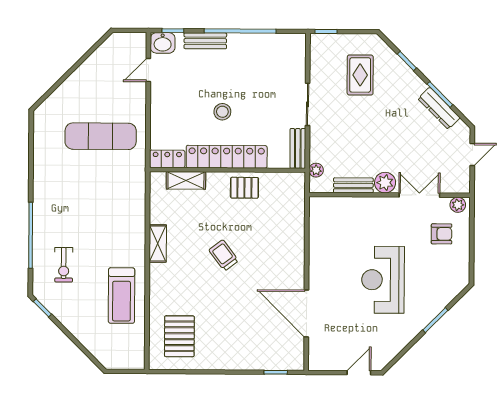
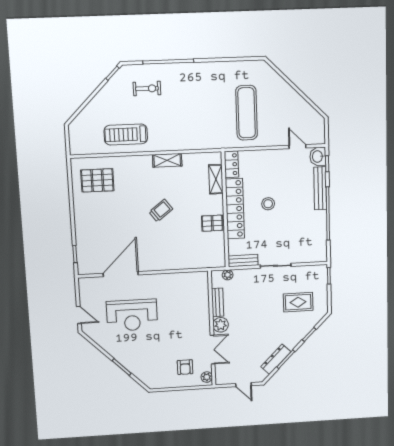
bench: (205, 41) -> (320, 188), width x1.36
pallet: (244, 188) -> (212, 223), turned 90
exercise bike: (64, 265) -> (147, 89), turned 180
reception desk: (383, 280) -> (132, 315), moved, turned 180

